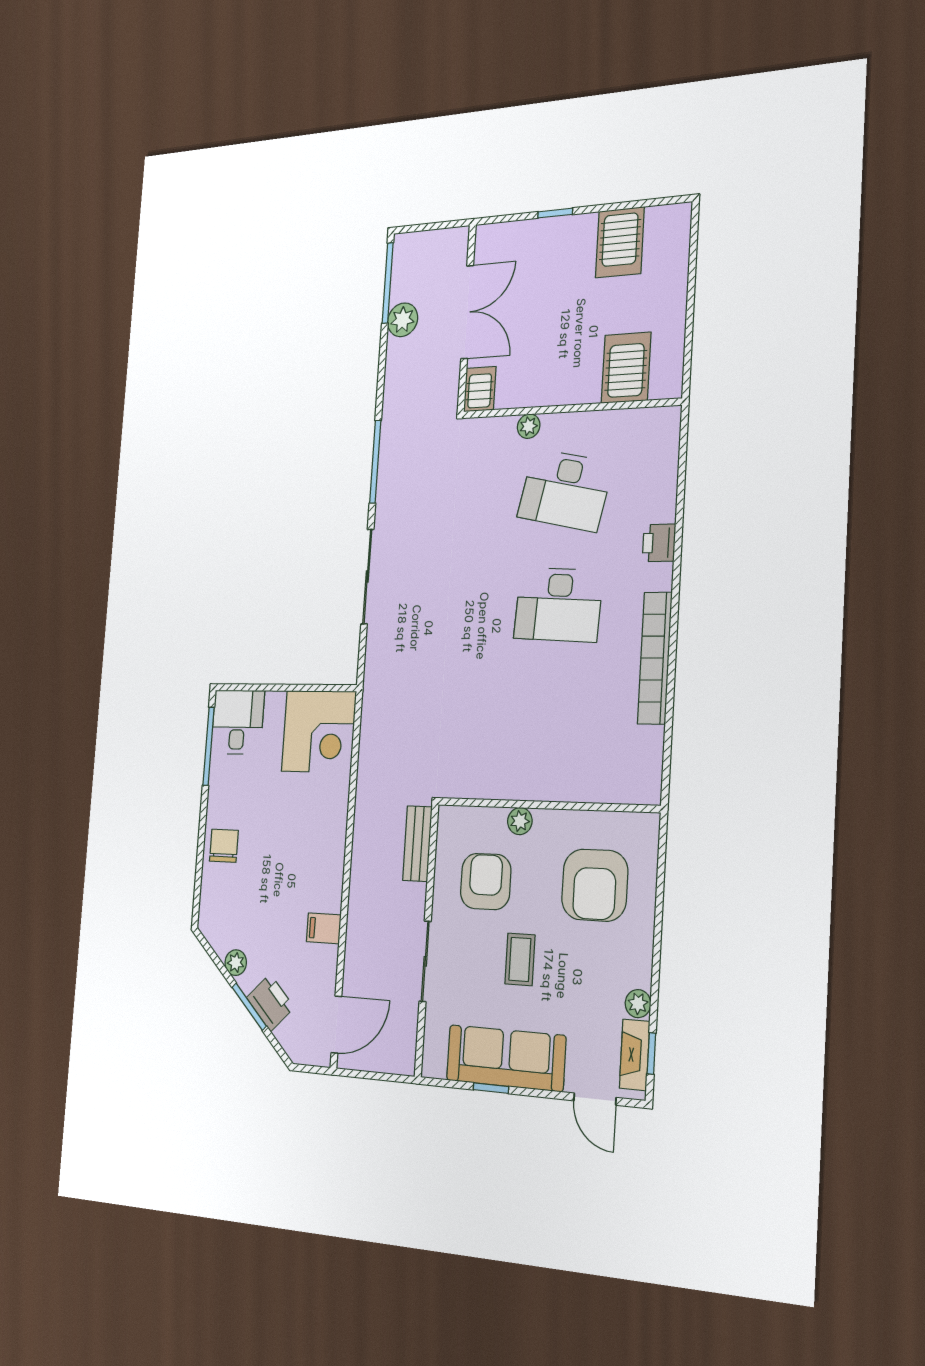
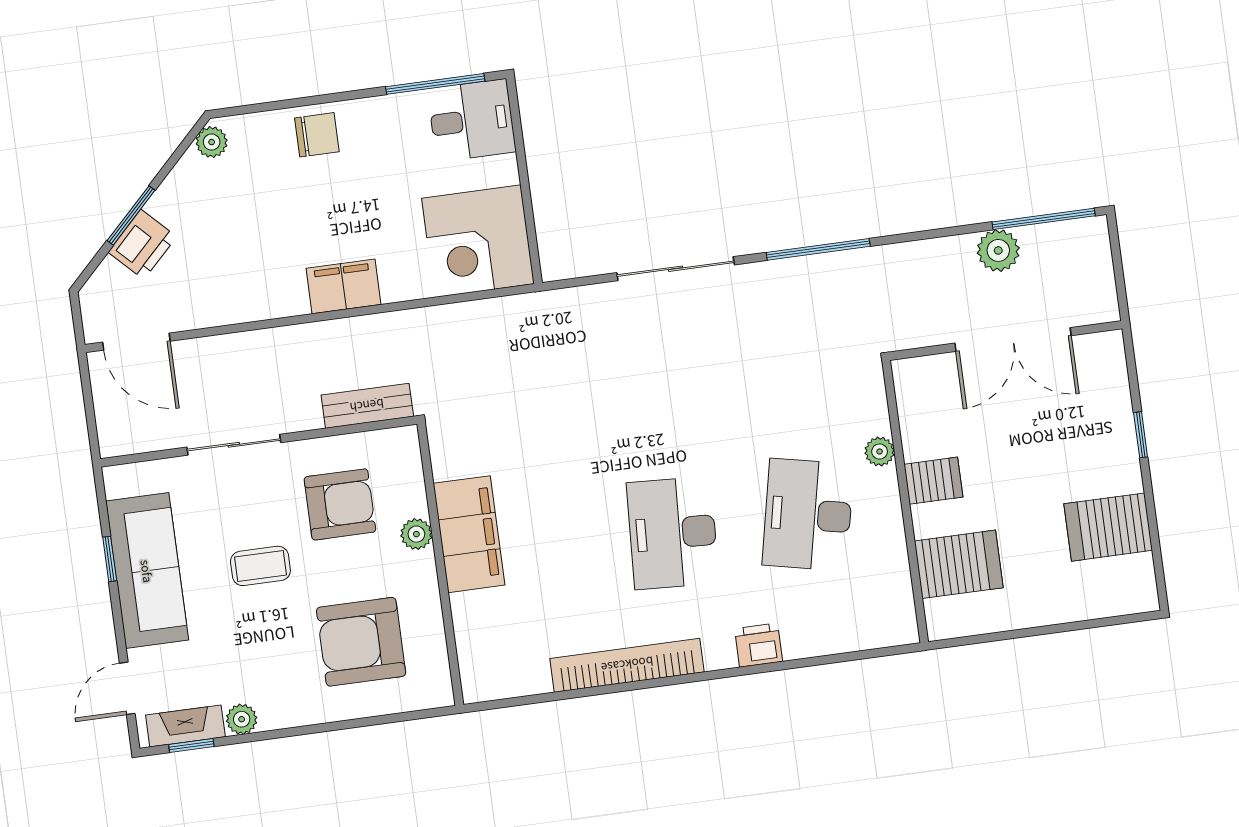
server rack: (480, 389) -> (933, 481), moved
filing cabinet: (528, 777) -> (469, 534), added
filing cabinet: (324, 928) -> (343, 286), moved, width x2.00
plant: (236, 963) -> (212, 142), moved

